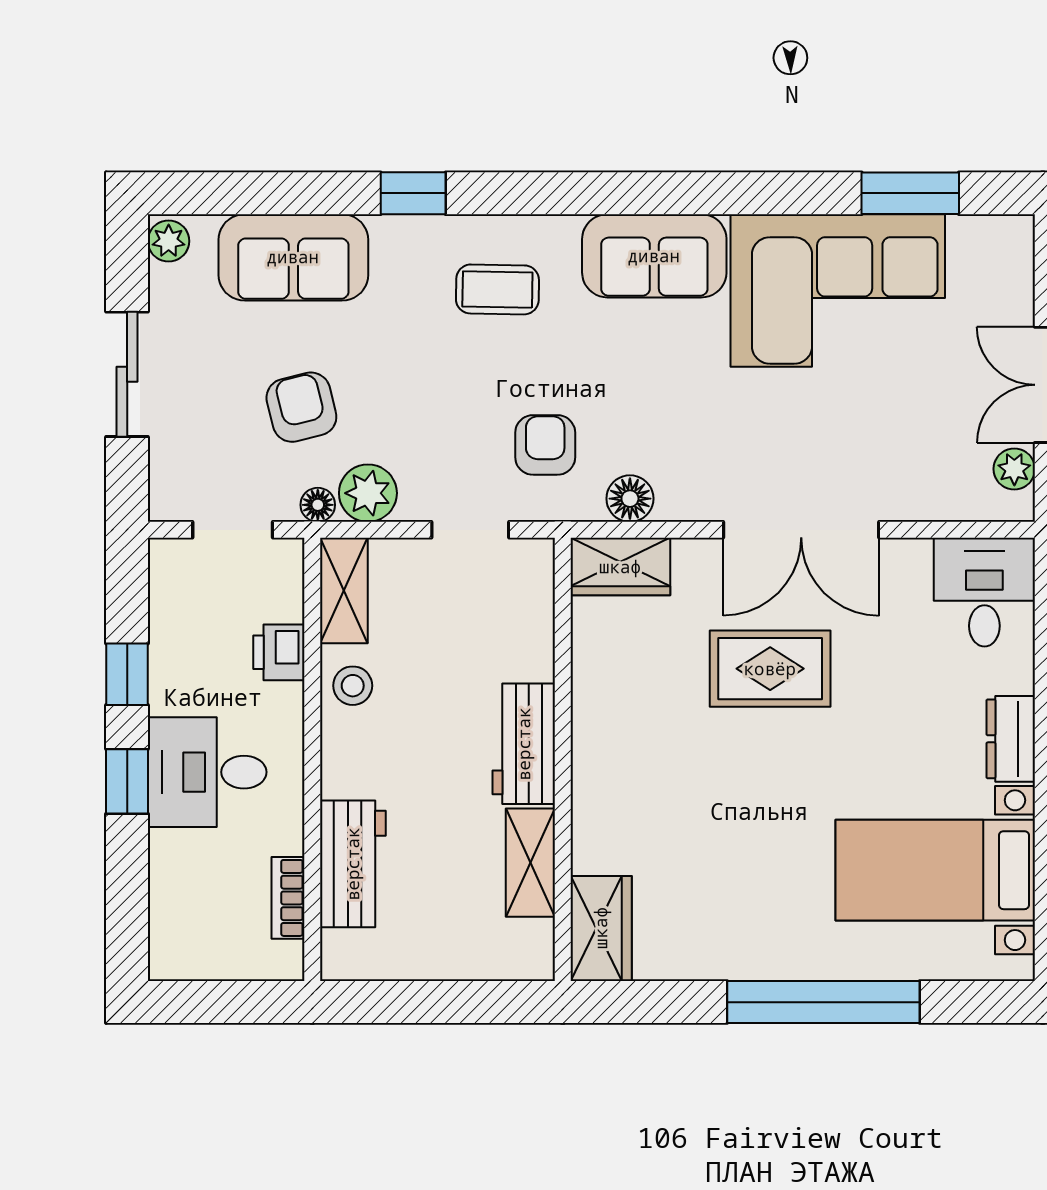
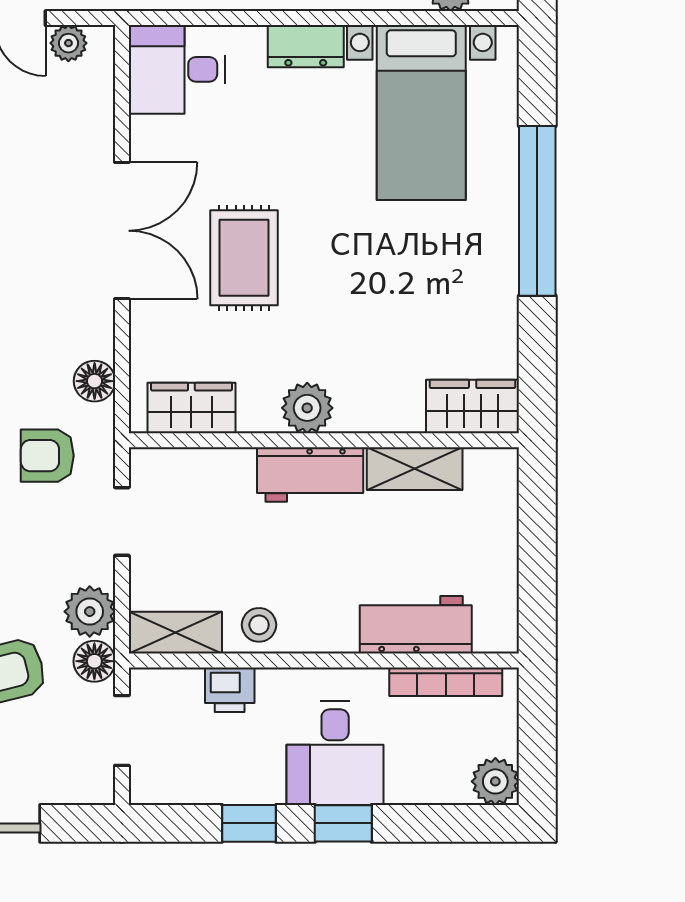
floor lamp: (318, 505) -> (94, 661), width x1.37, depth x1.37
wardrobe: (620, 567) -> (191, 408), moved, turned -90
plant: (599, 740) -> (307, 408), added
bookcase: (288, 898) -> (446, 682), width x1.56
plant: (175, 954) -> (495, 781), added

